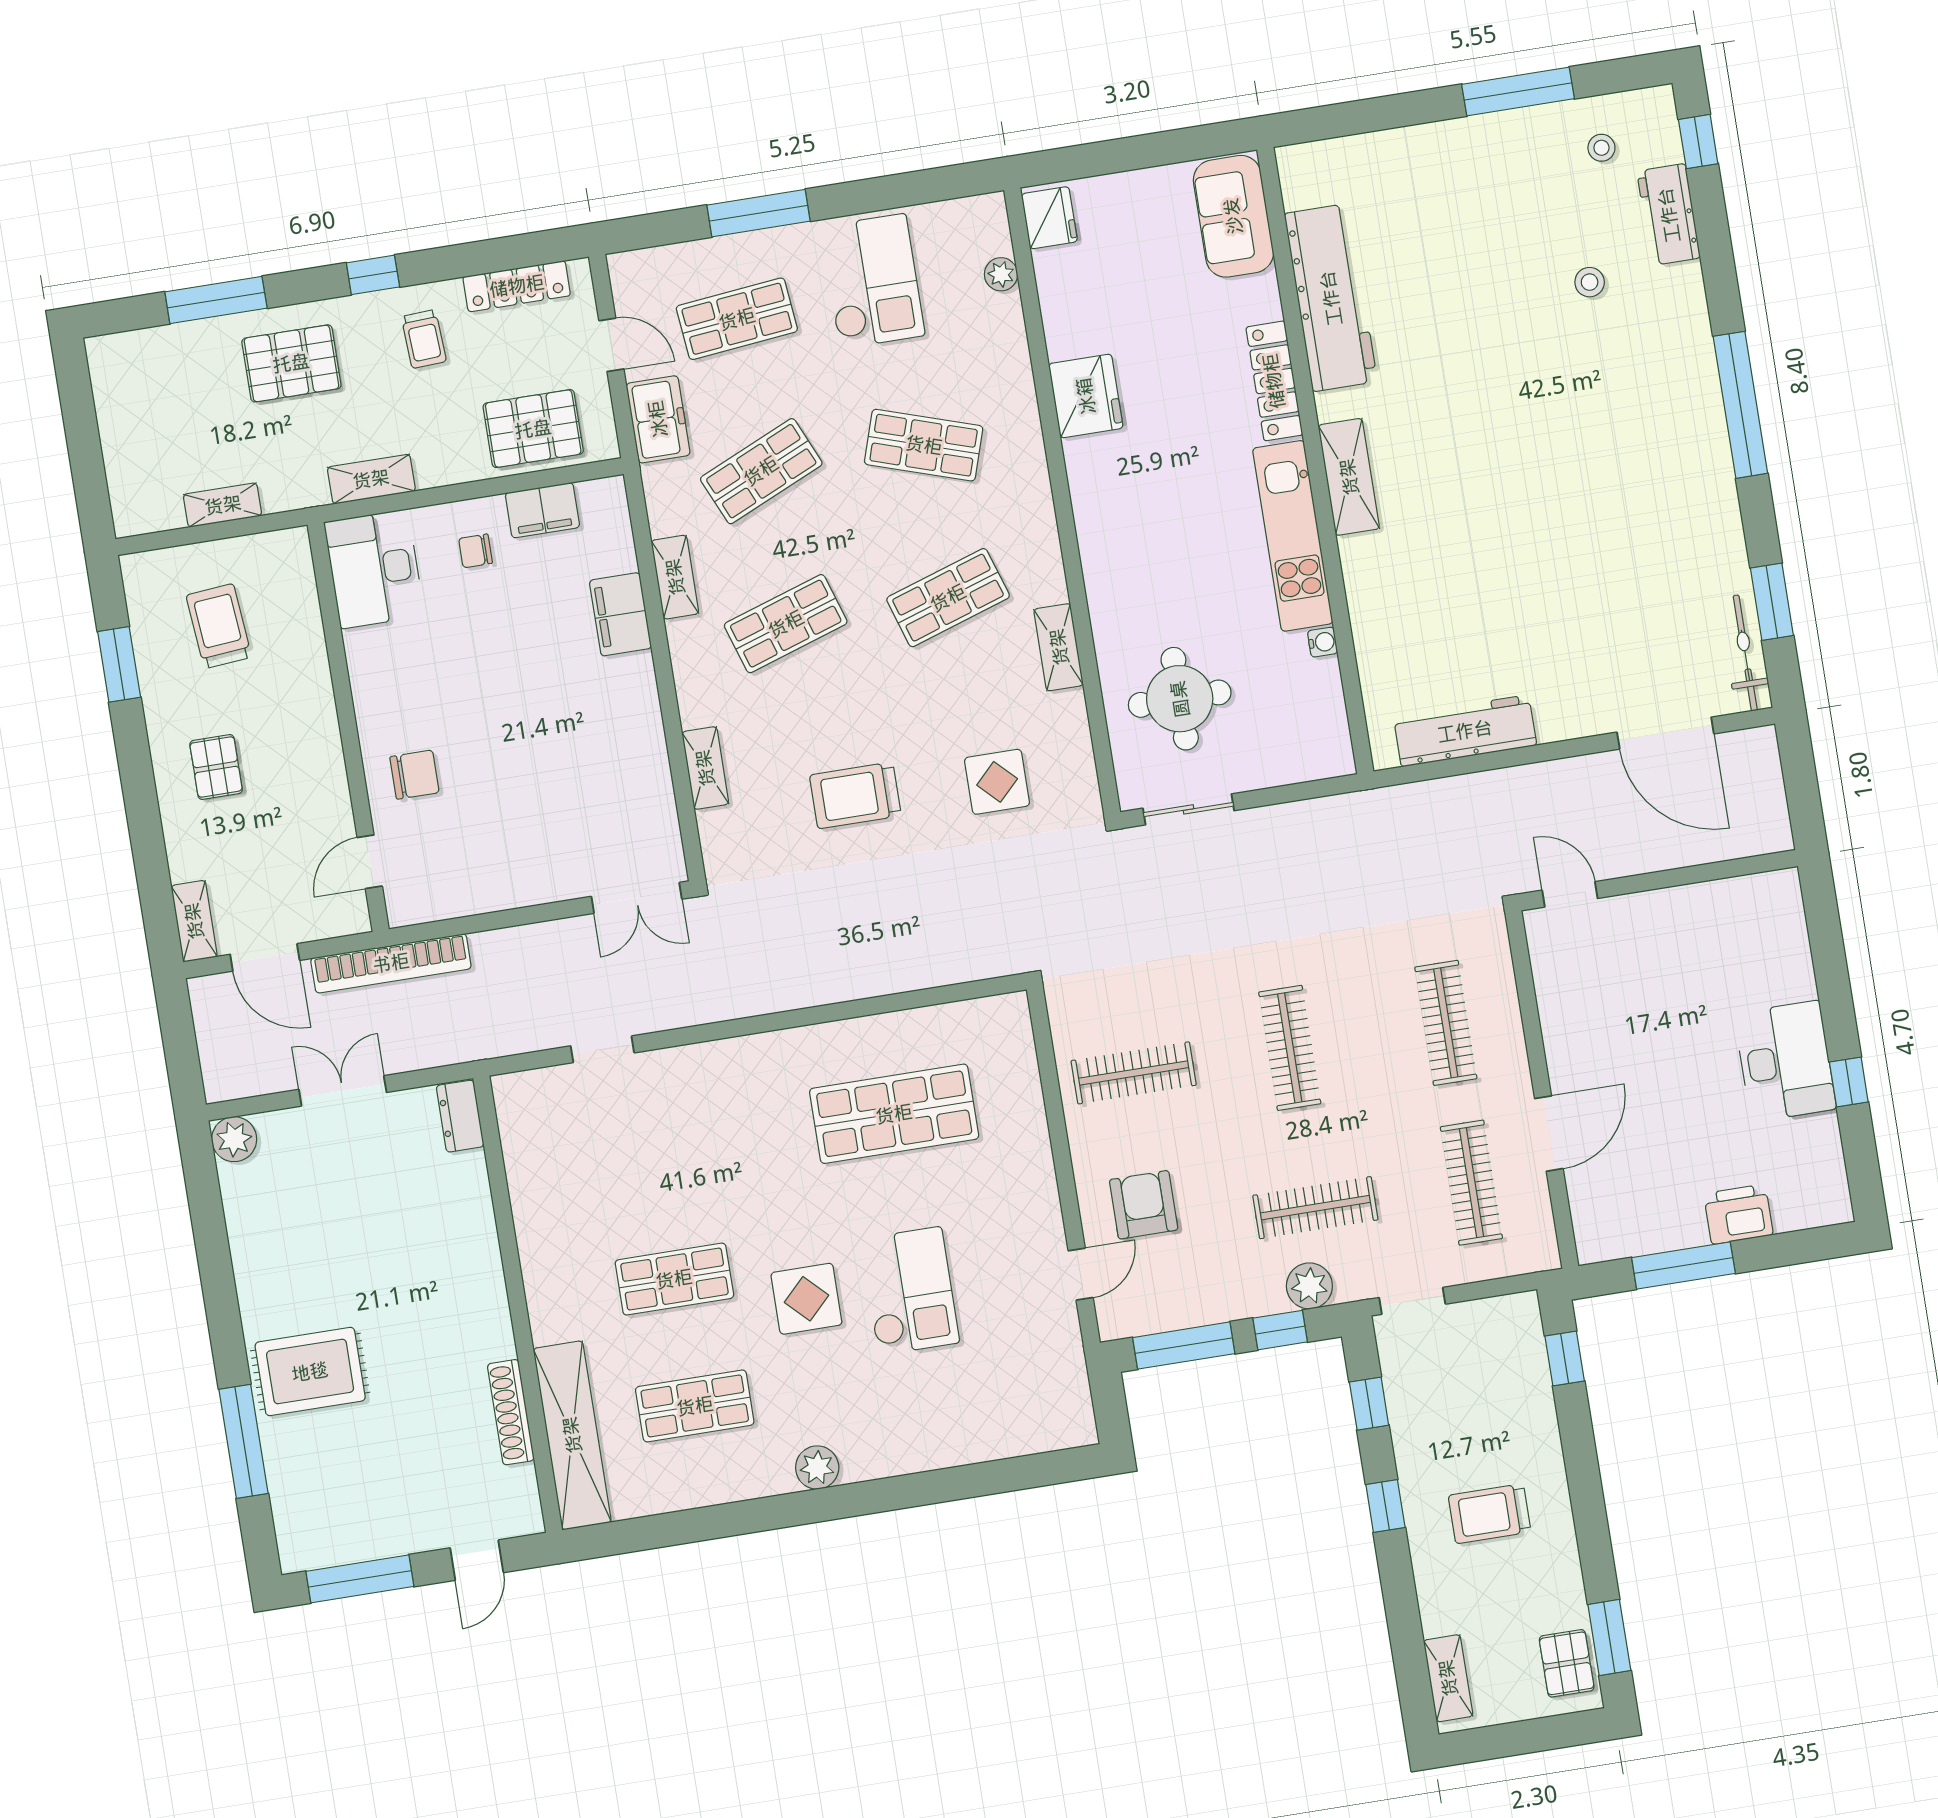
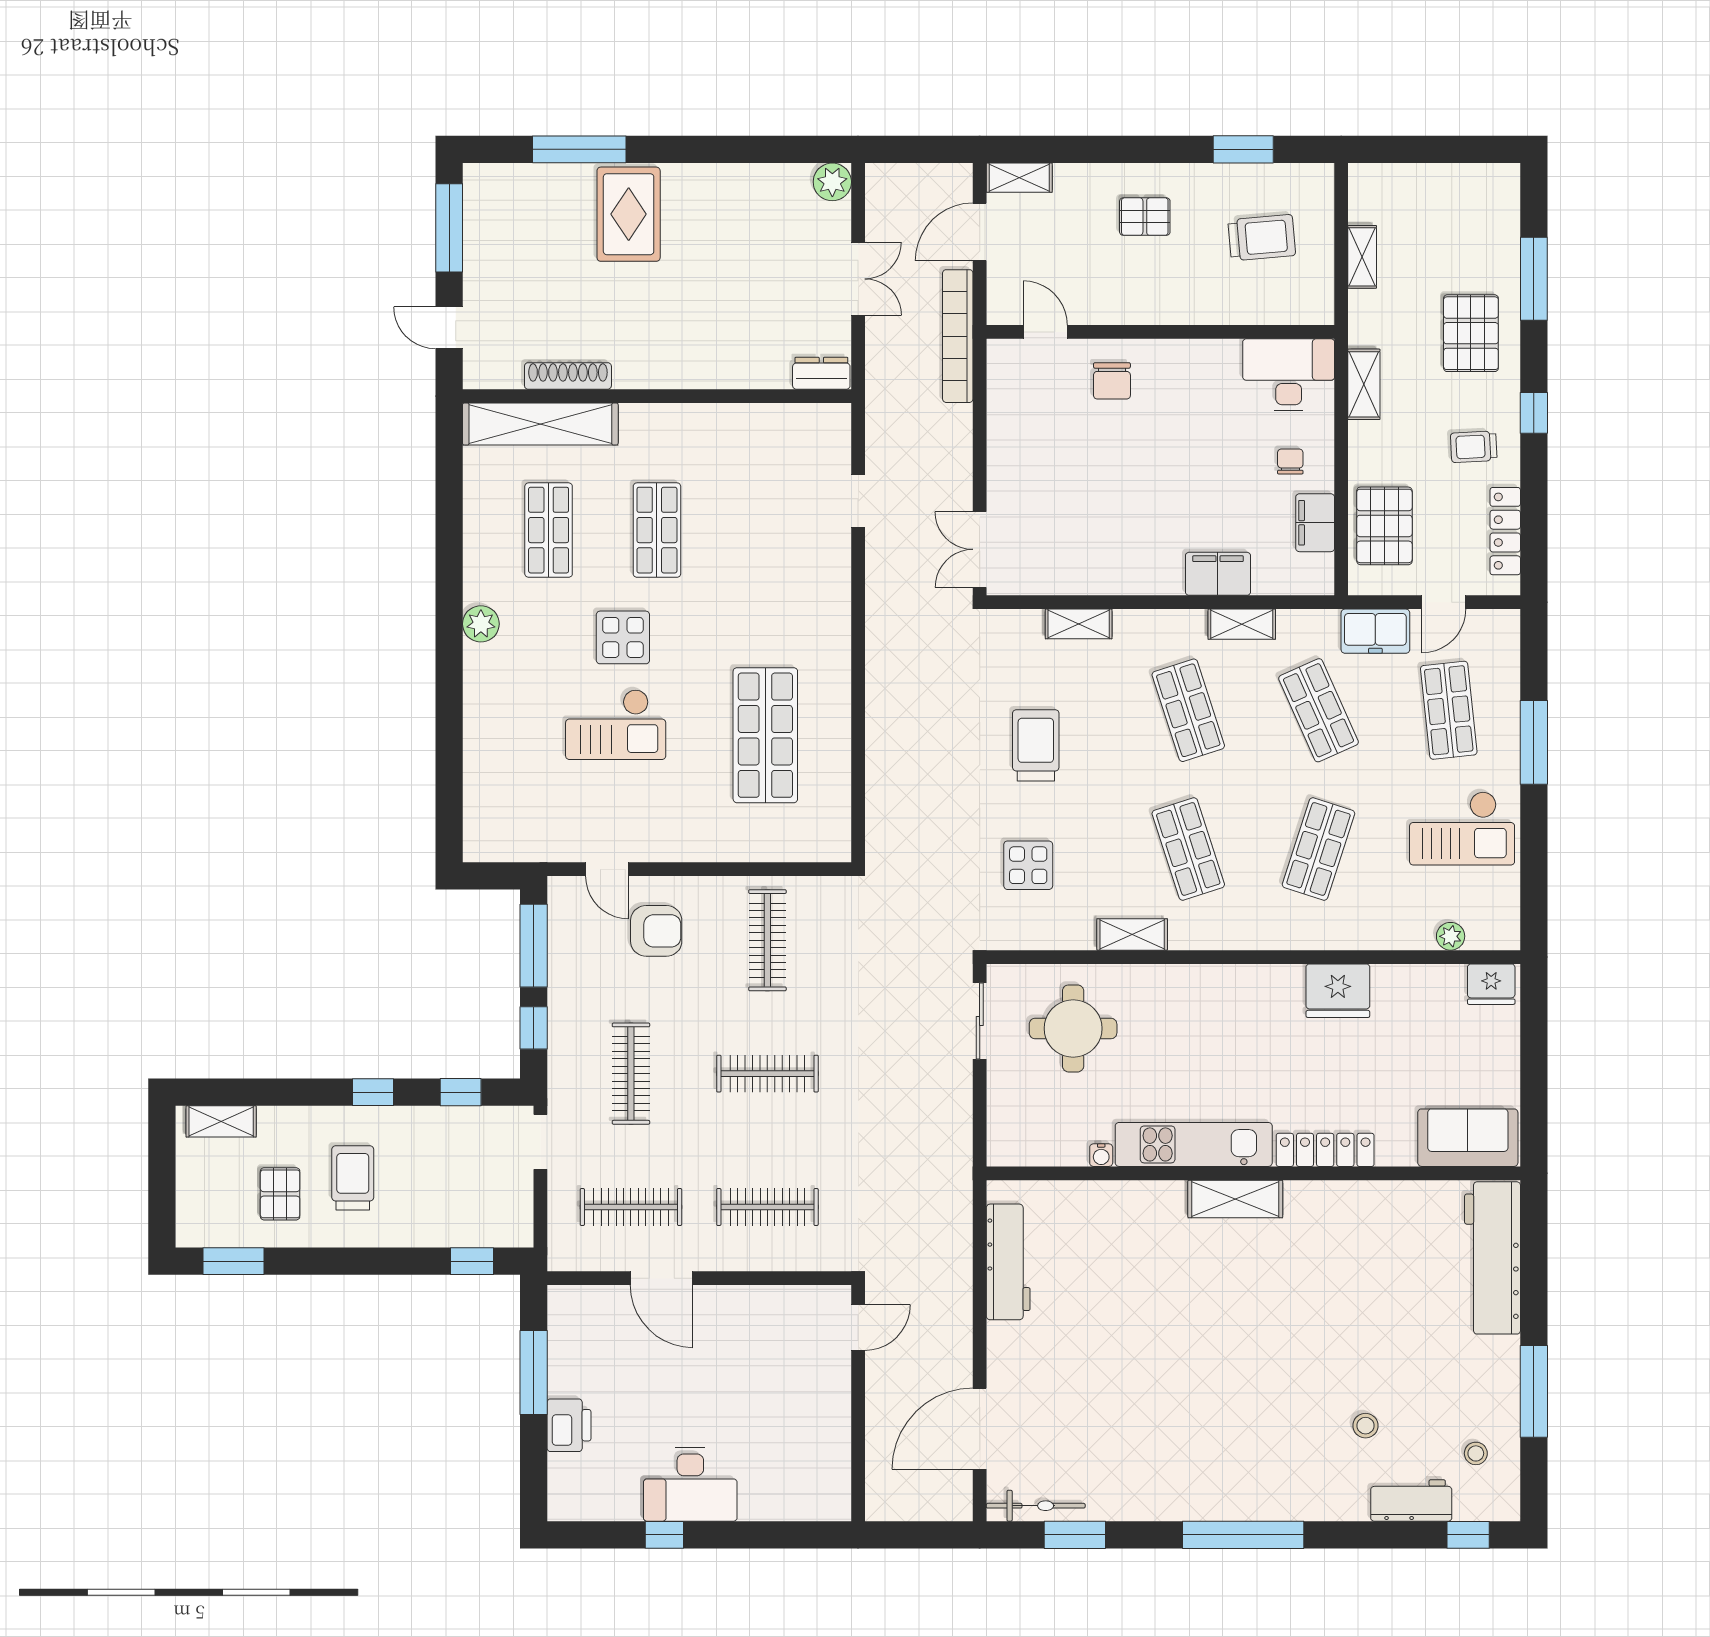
workbench: (1331, 298) -> (1493, 1258), moved, turned 90
plant: (1309, 1286) -> (567, 1058), removed
pallet: (1567, 1663) -> (280, 1194), moved, turned 90

